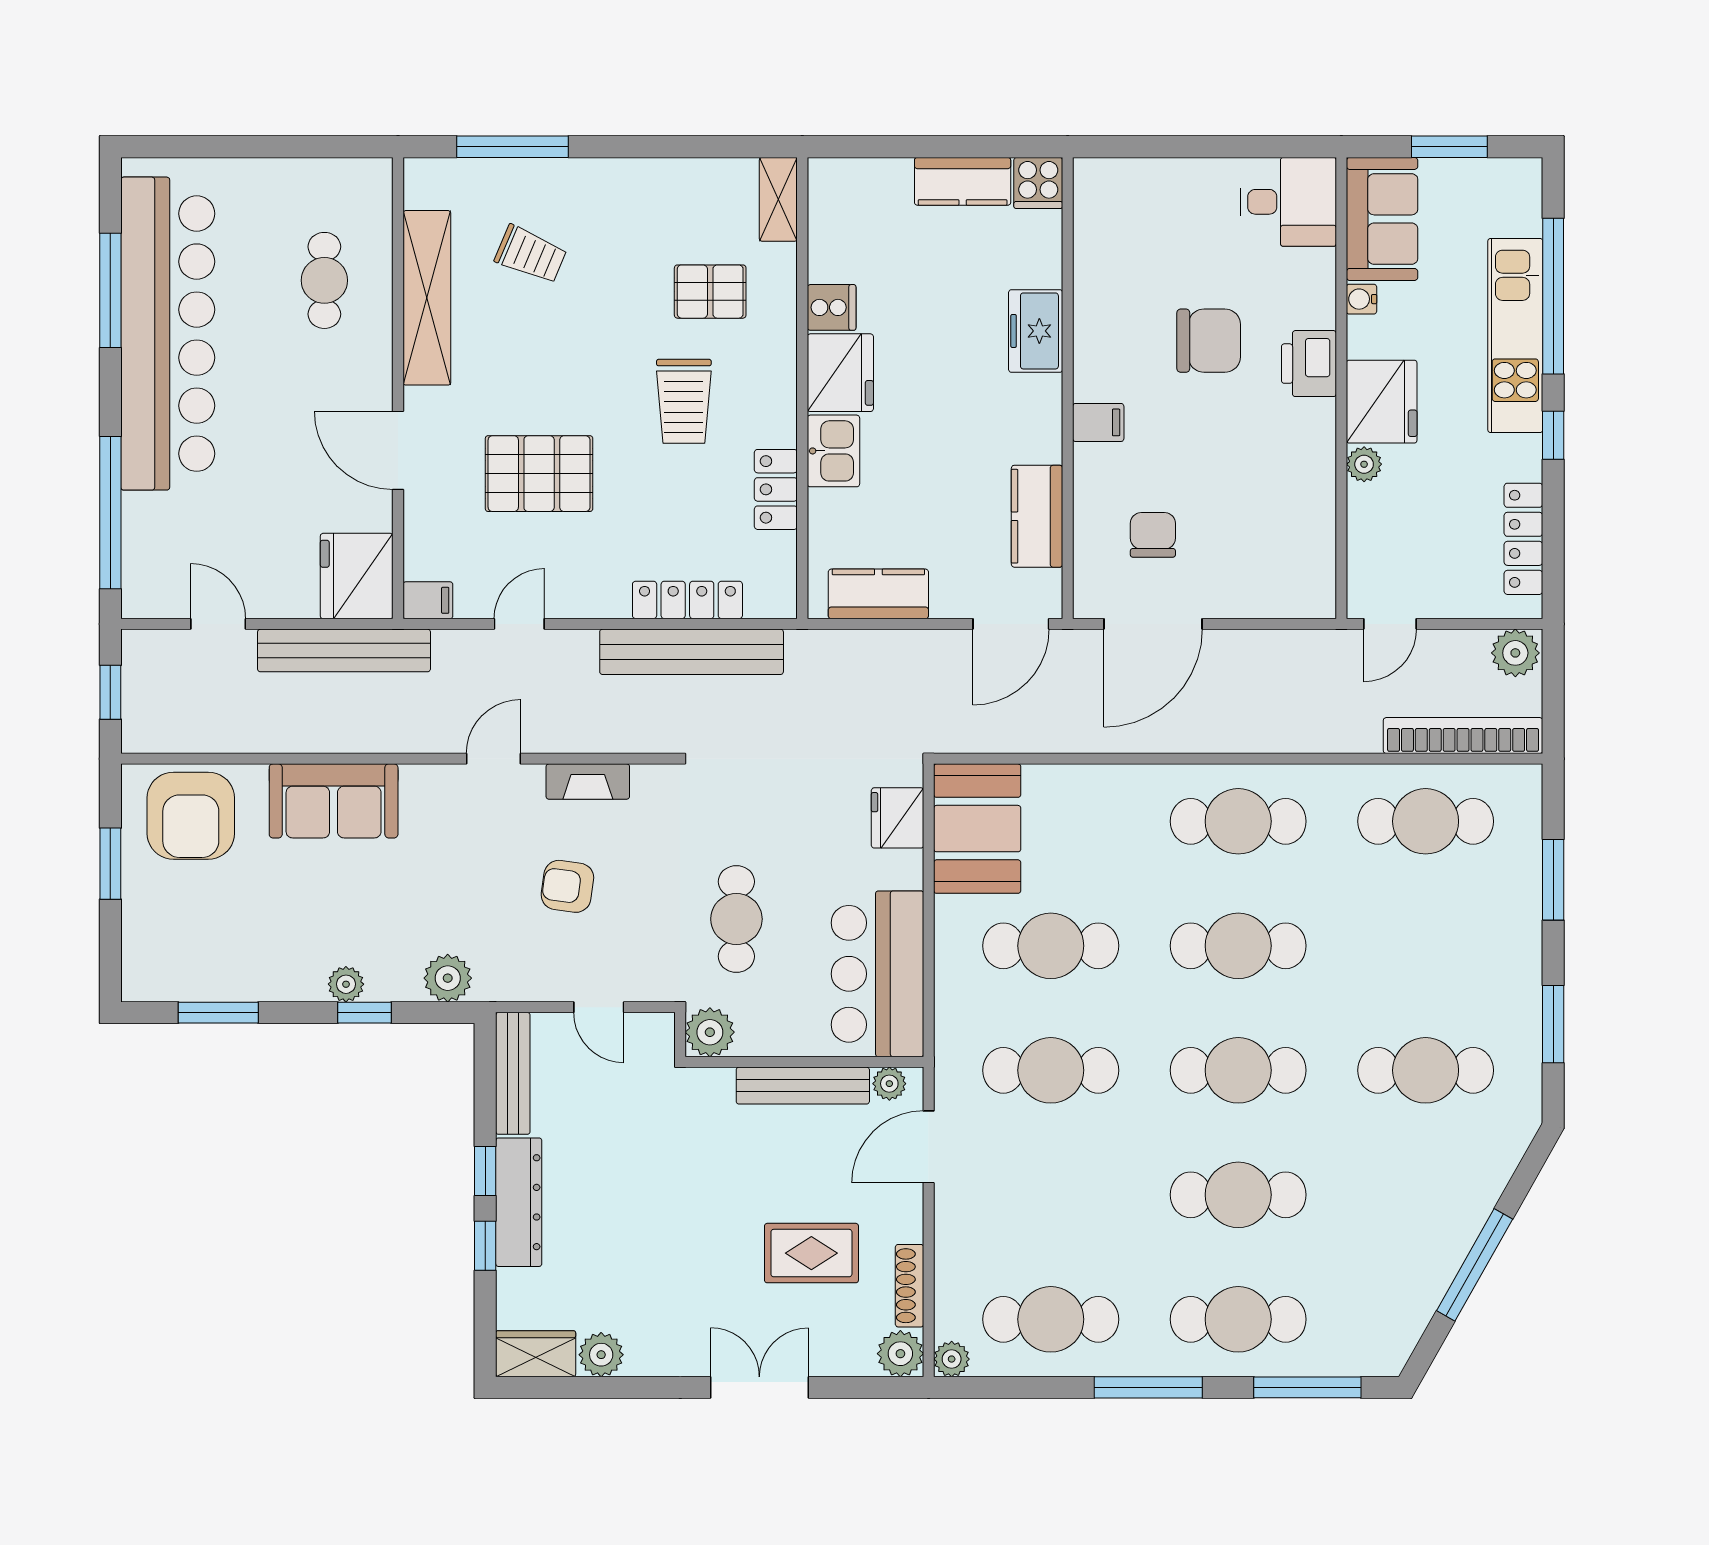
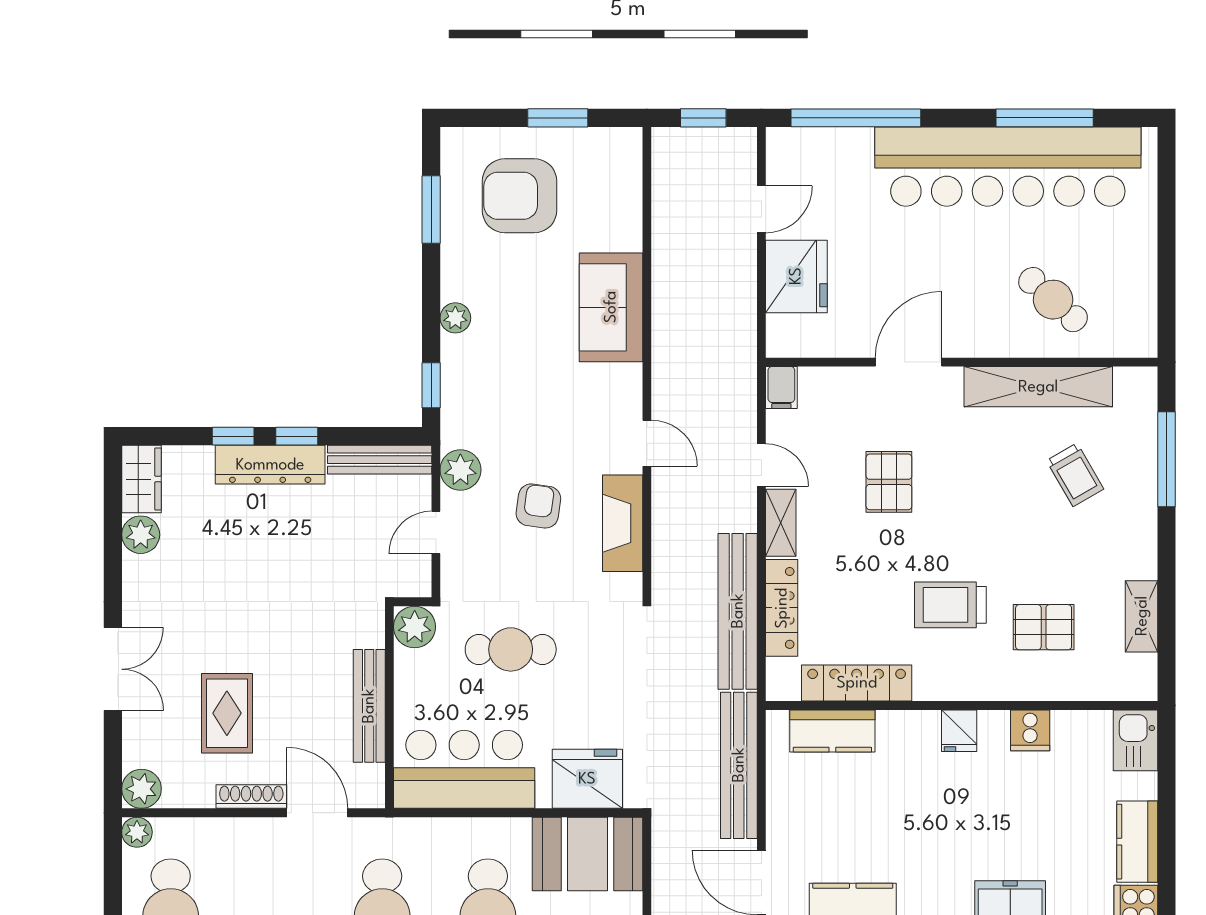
shelving: (778, 199) -> (1142, 616), moved, turned 90
trolley: (531, 254) -> (1075, 475), turned -53
cafe table: (324, 280) -> (1053, 300), turned 42
pallet: (710, 292) -> (1044, 627), turned 90
fridge: (840, 373) -> (959, 731), width x0.53, depth x0.75
kitchen sink: (833, 451) -> (1135, 740), moved, turned 90
pallet: (539, 474) -> (889, 482), width x0.67, depth x0.71
locker: (776, 489) -> (857, 683), width x1.53
fridge: (357, 576) -> (796, 276), moved, turned 90
kitchen counter: (878, 594) -> (832, 731), moved, turned 90
shelving: (587, 601) -> (781, 523), added
bench: (344, 650) -> (739, 765), moved
fireplace: (588, 782) -> (623, 523), width x1.37, depth x1.32
armchair: (191, 816) -> (520, 196), moved
fridge: (898, 818) -> (587, 779), width x1.36, depth x1.34
plant: (448, 978) -> (460, 470), moved
window: (364, 1013) -> (431, 385), moved
plant: (889, 1084) -> (371, 779), removed
shoe rack: (910, 1286) -> (251, 797), moved

